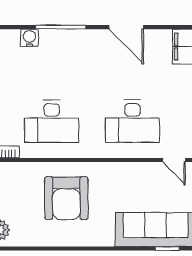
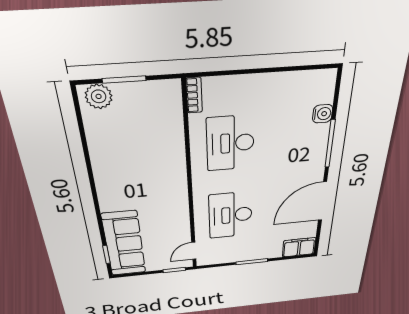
door: (126, 27) -> (322, 201), width x1.36
armchair: (66, 198) -> (146, 164), removed

